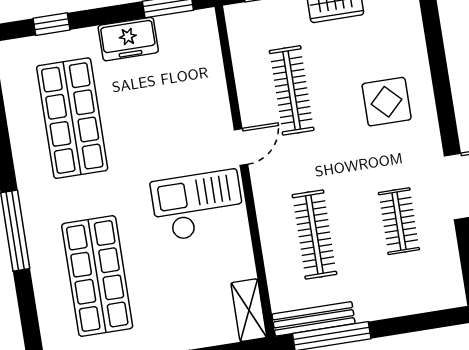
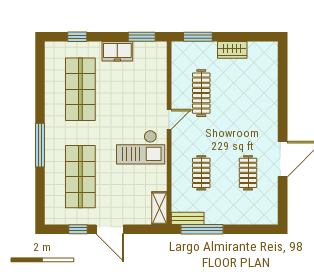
display table: (387, 102) -> (252, 107), removed
checkout: (198, 206) -> (141, 147), turned 180
clothes rail: (314, 235) -> (201, 173), width x0.73
bench: (314, 319) -> (188, 218), width x0.73

